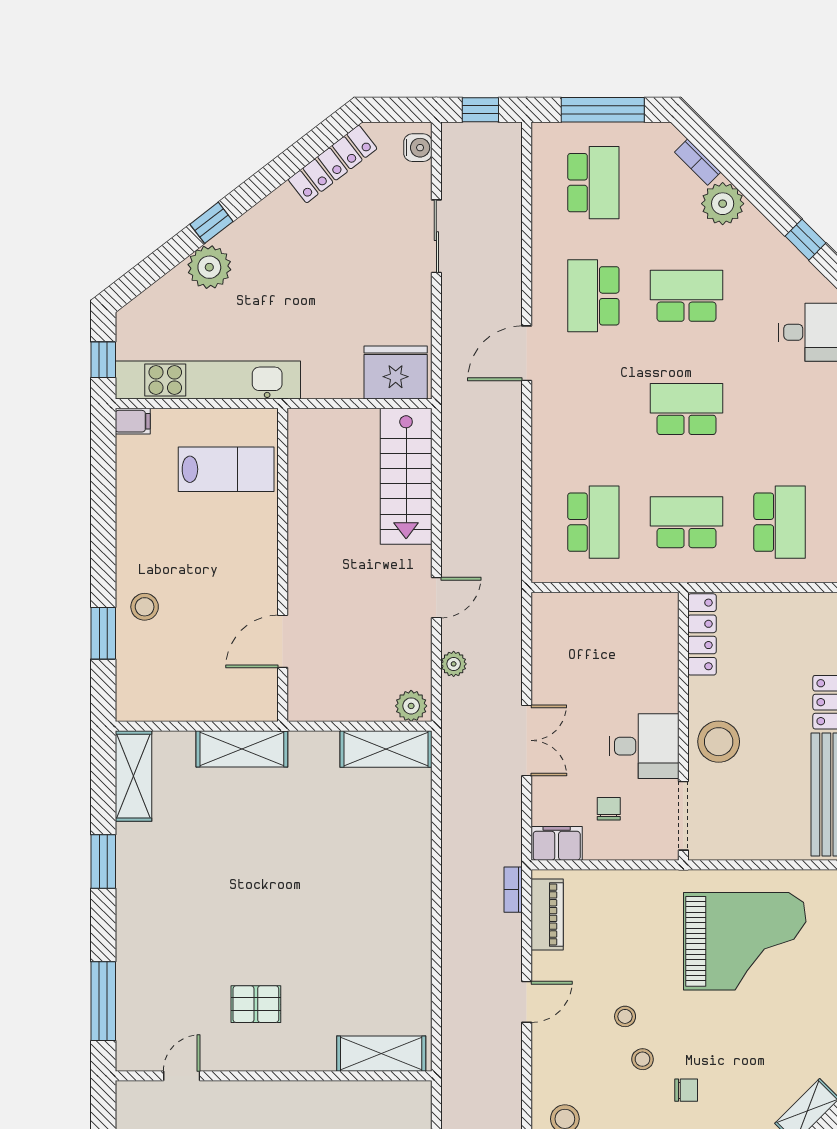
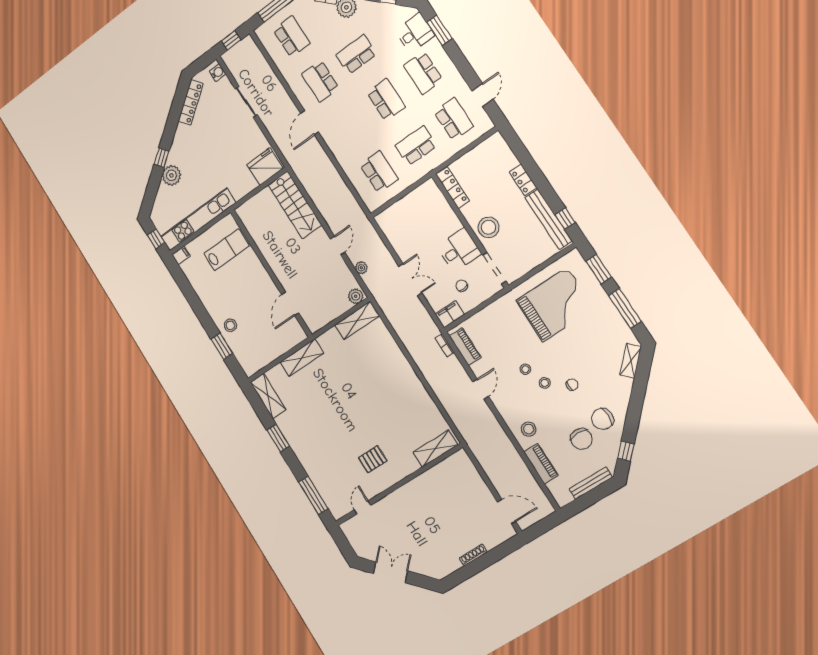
school desk: (686, 409) -> (386, 100), turned 90
school desk: (780, 409) -> (423, 73), added

